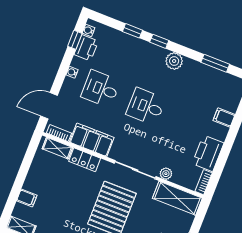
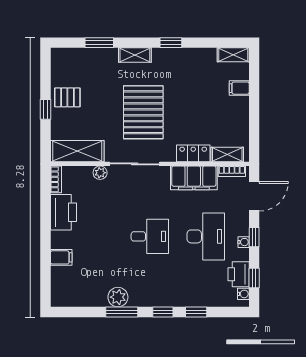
plant: (174, 61) -> (118, 297), moved
window: (215, 63) -> (122, 312), moved
window: (62, 73) -> (254, 237), added
desk: (101, 89) -> (206, 236), width x1.37

